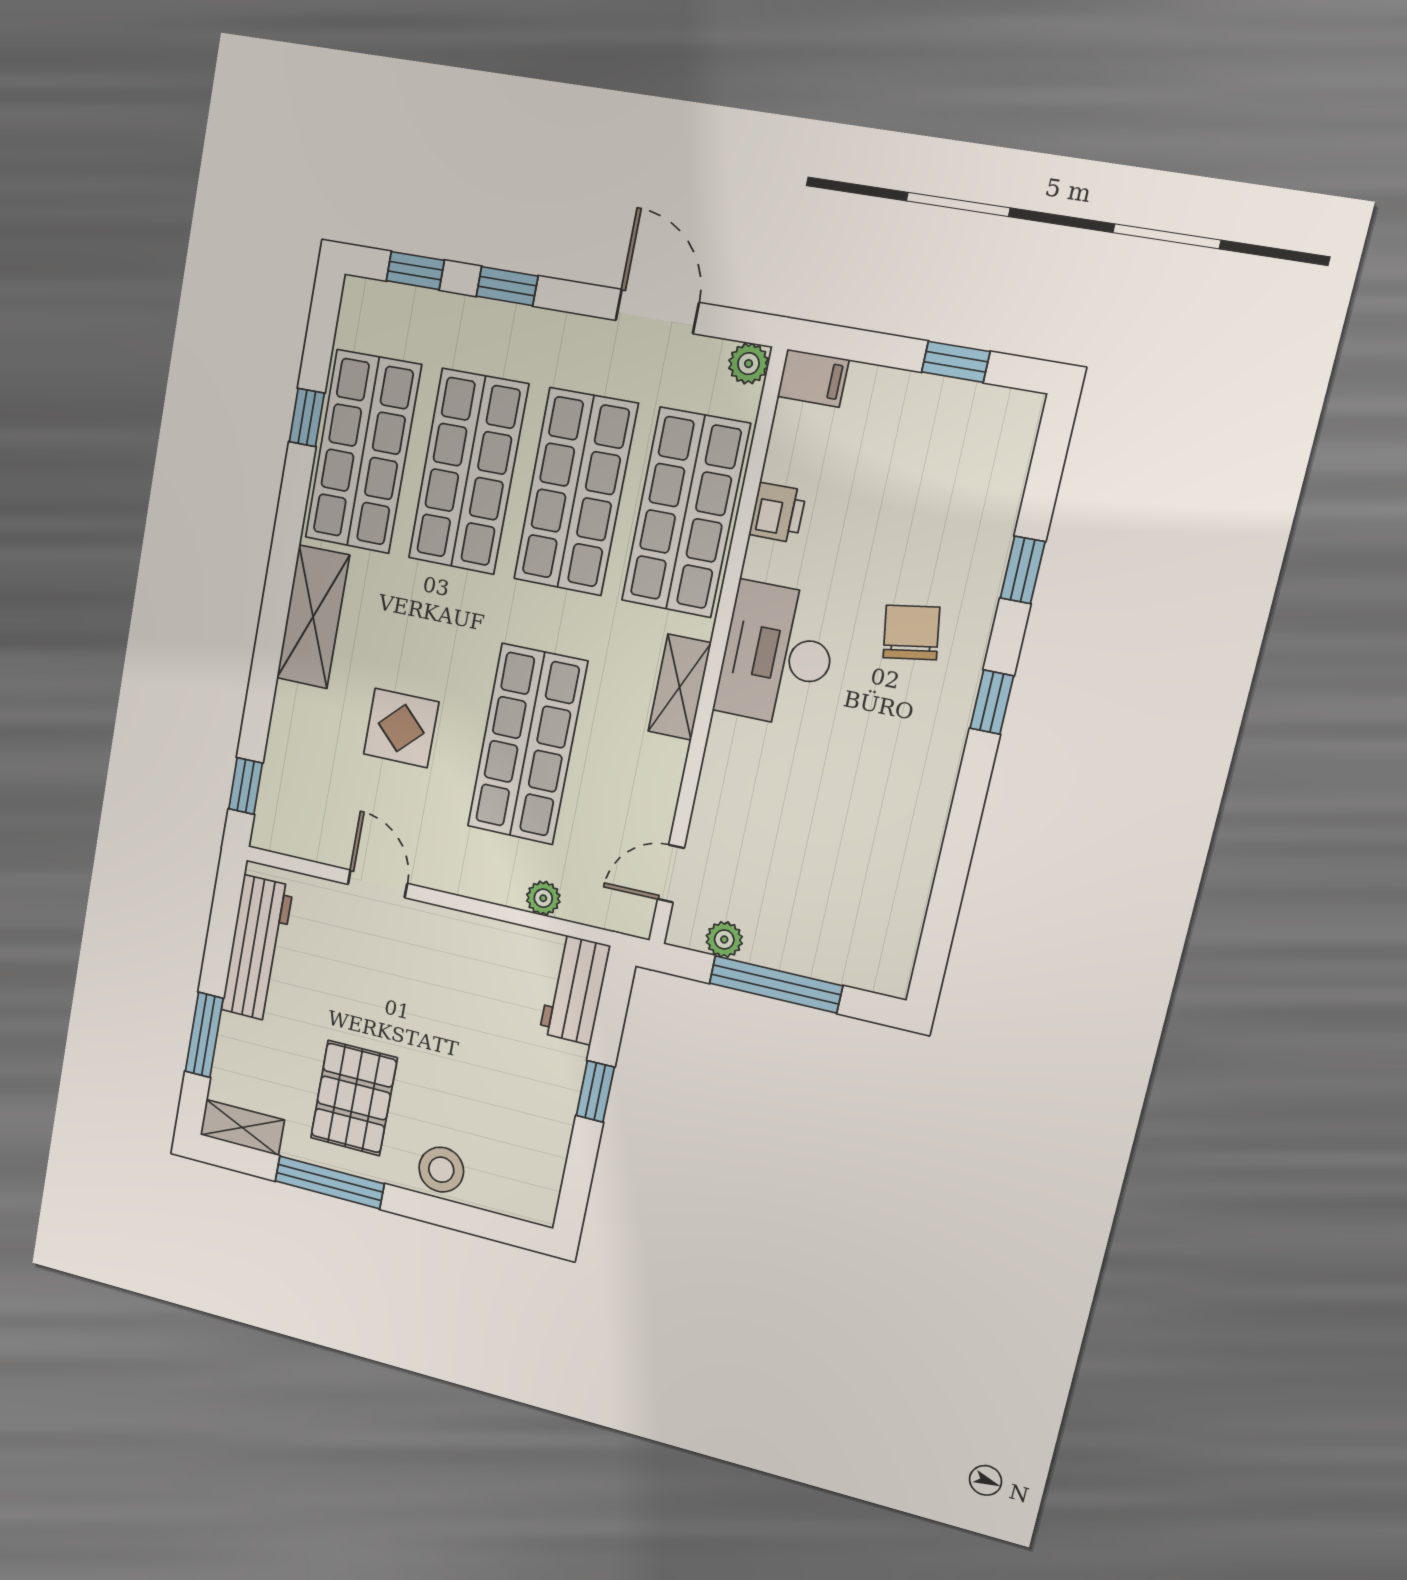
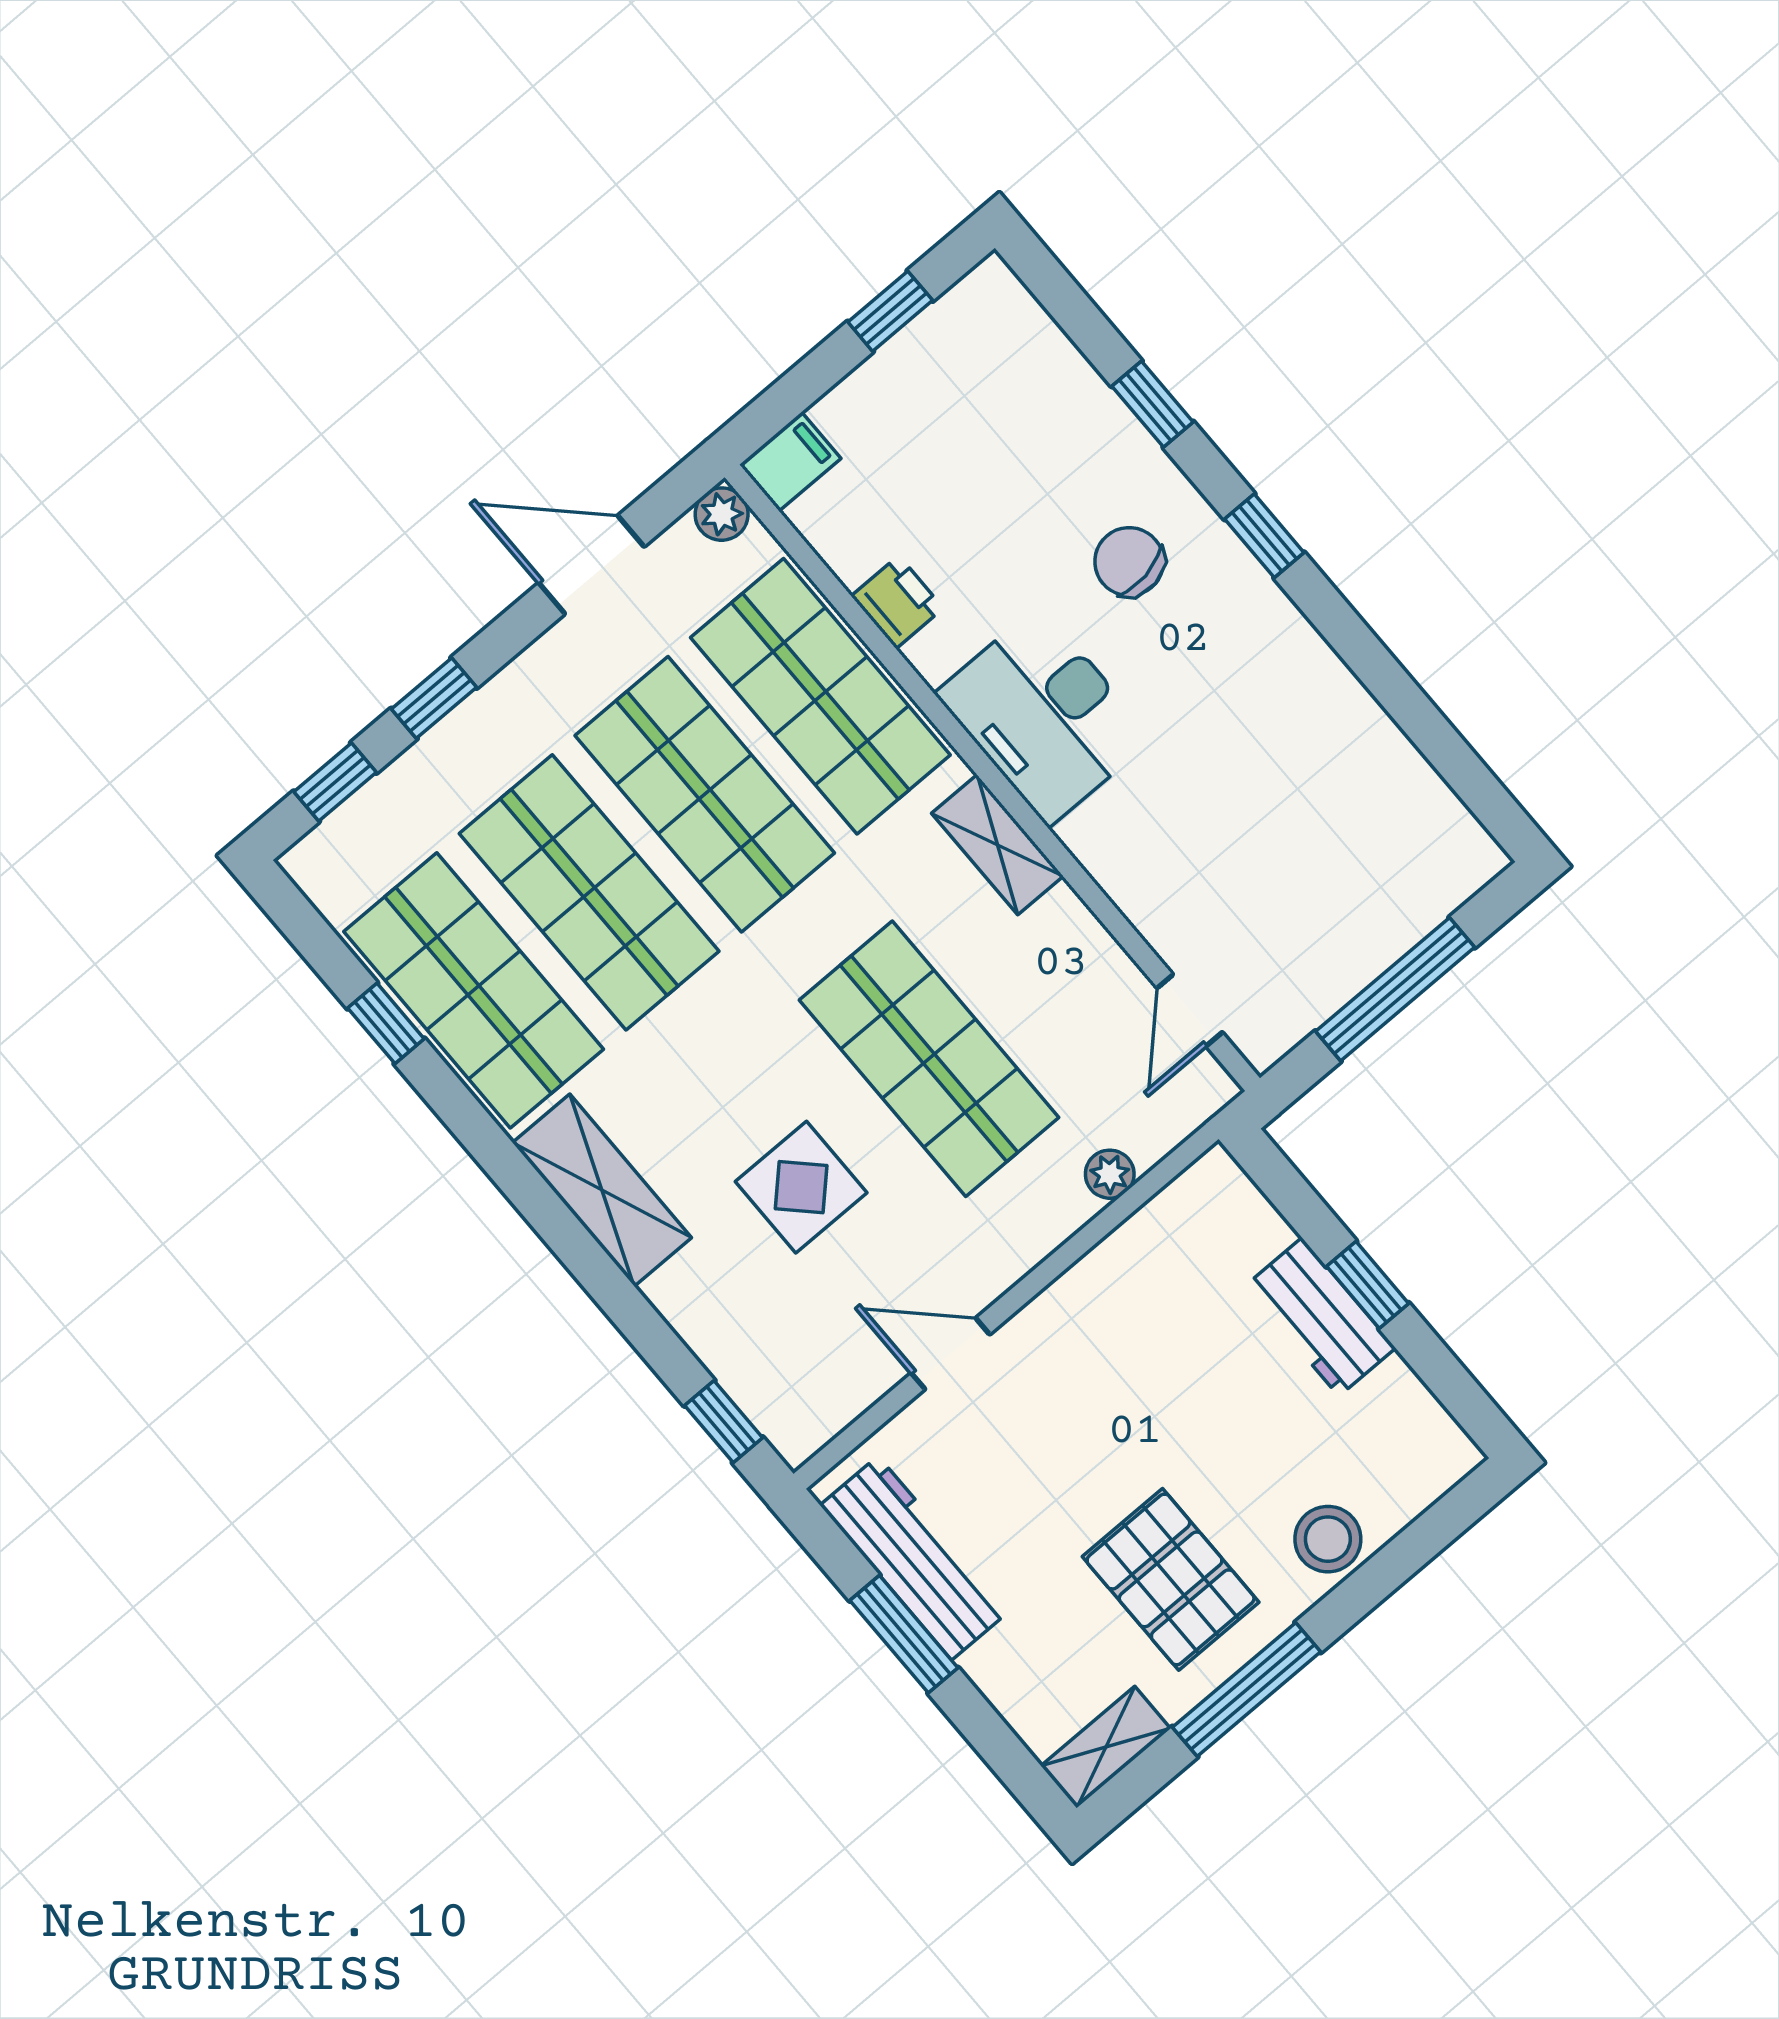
plant: (724, 939) -> (1305, 1008), removed
workbench: (575, 989) -> (1320, 1317), moved
window: (204, 1035) -> (904, 1634), moved

